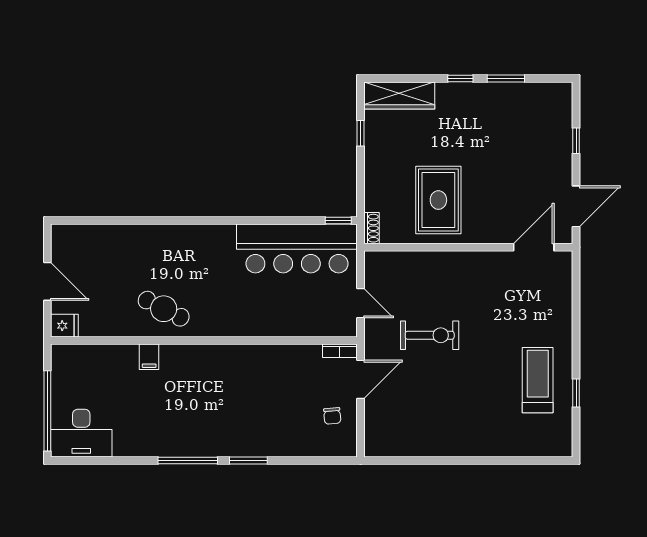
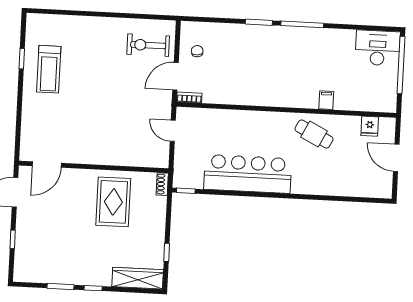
bar counter: (297, 248) -> (248, 174), moved
fridge: (64, 326) -> (370, 126), moved, turned -90
exercise bike: (430, 335) -> (148, 45), moved

